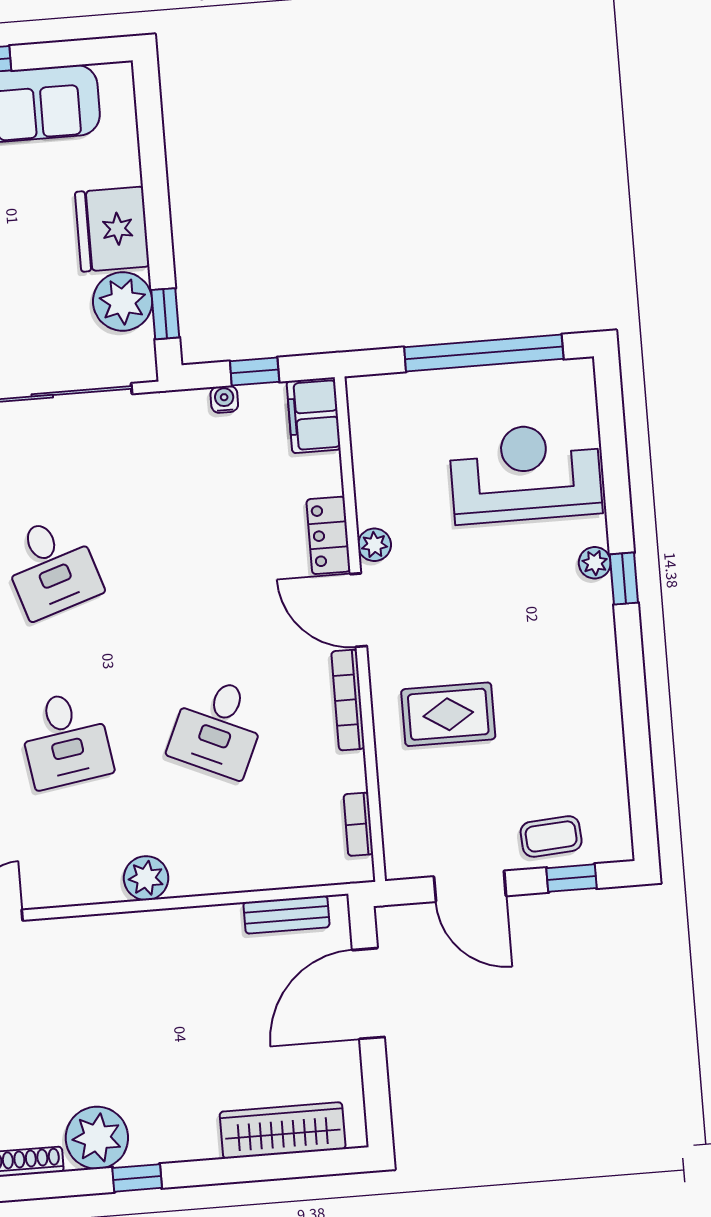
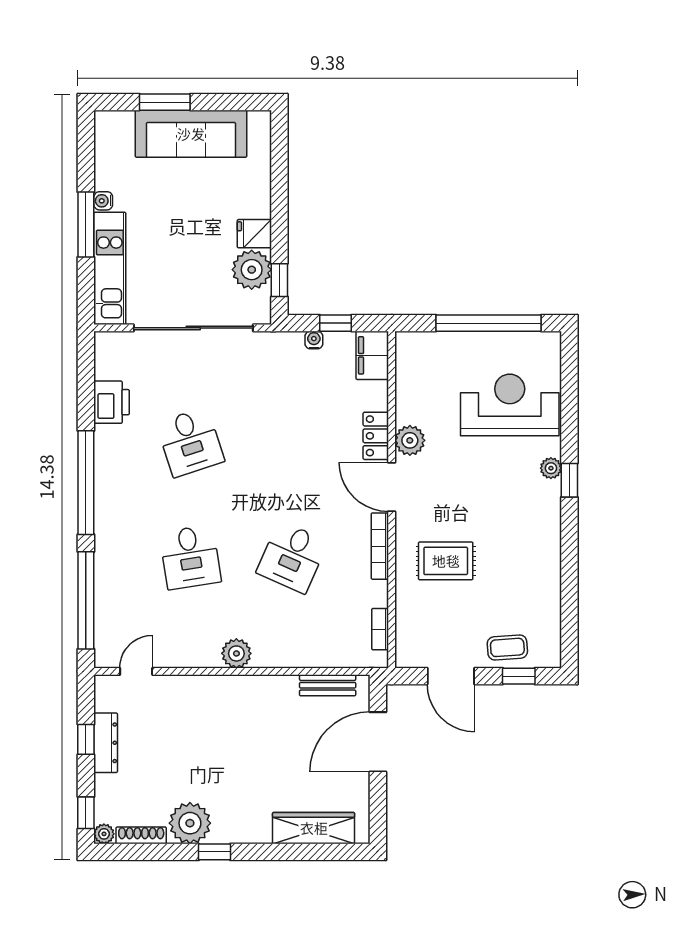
fridge: (112, 229) -> (254, 234), width x0.53, depth x0.75
plant: (374, 545) -> (410, 440), width x1.38, depth x1.38

